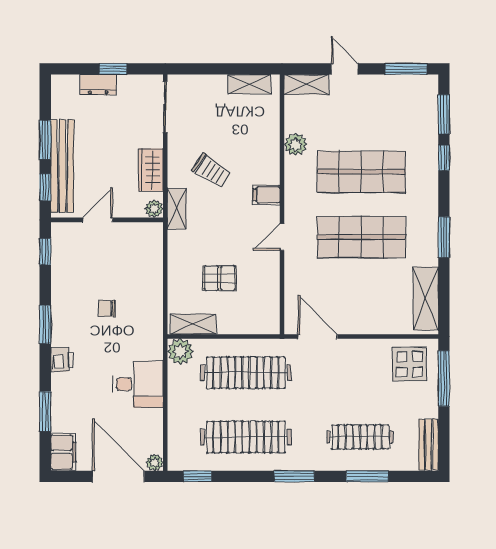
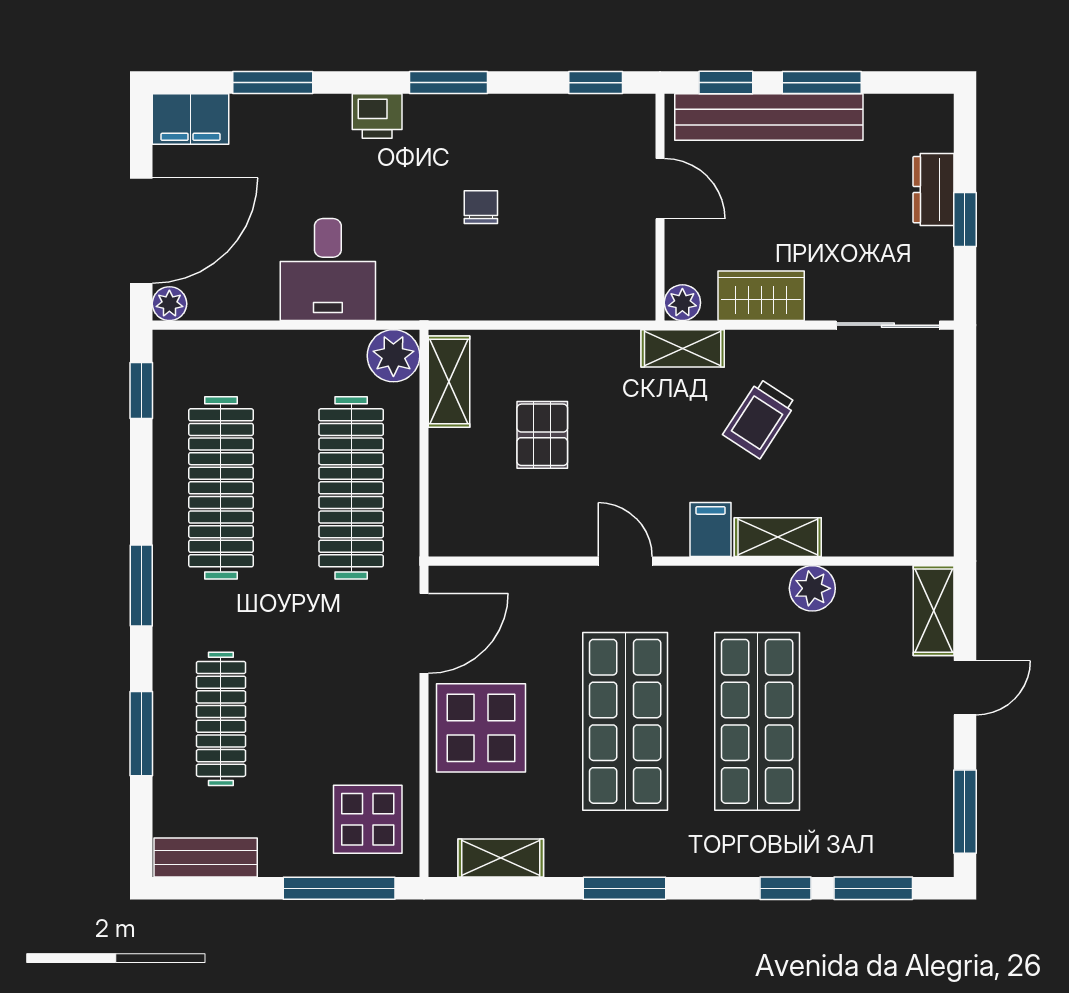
shelving: (249, 84) -> (778, 537), moved, turned 90
shelving: (426, 299) -> (501, 858), width x0.67, depth x0.75
display table: (365, 308) -> (481, 728), added

